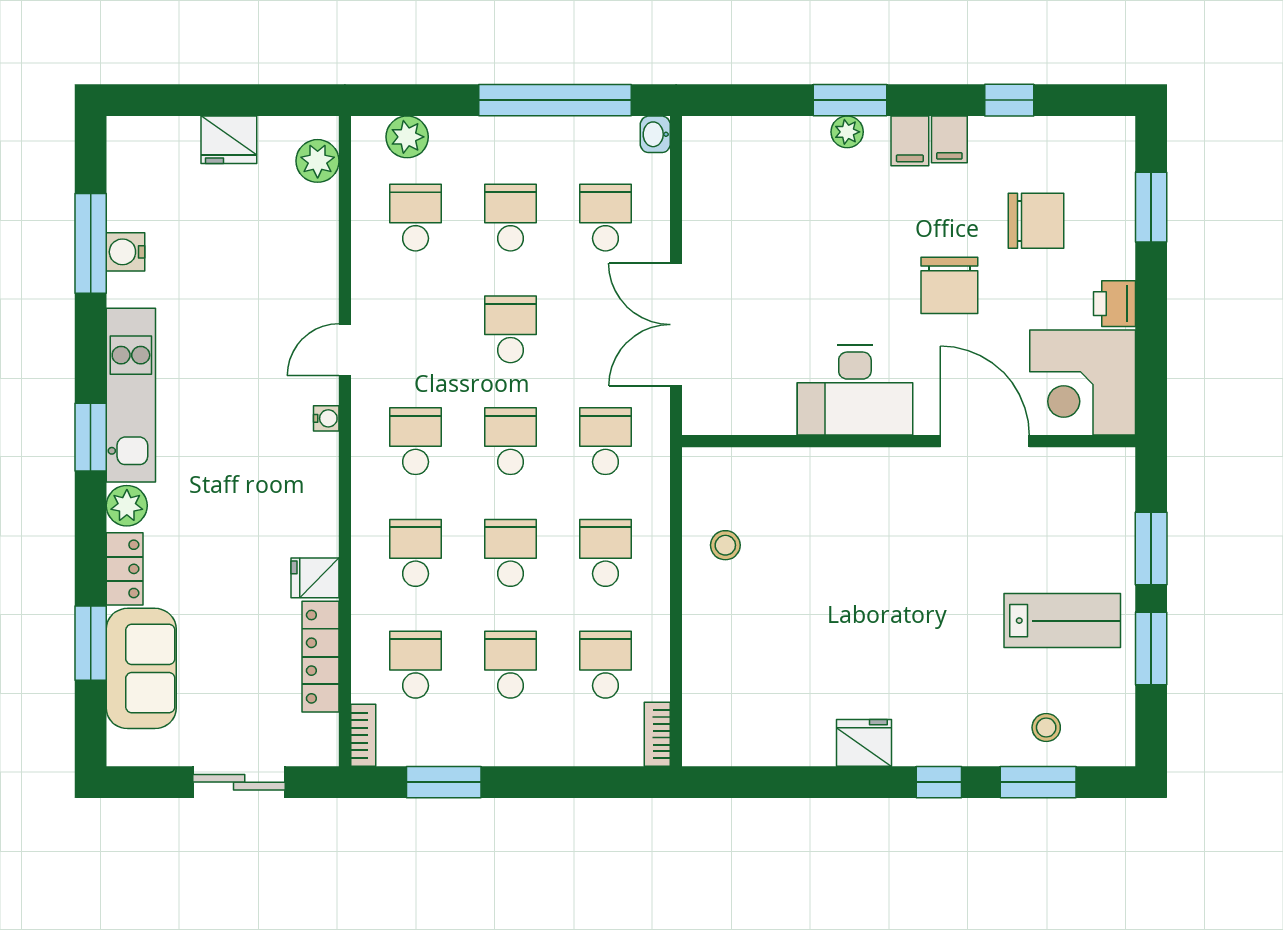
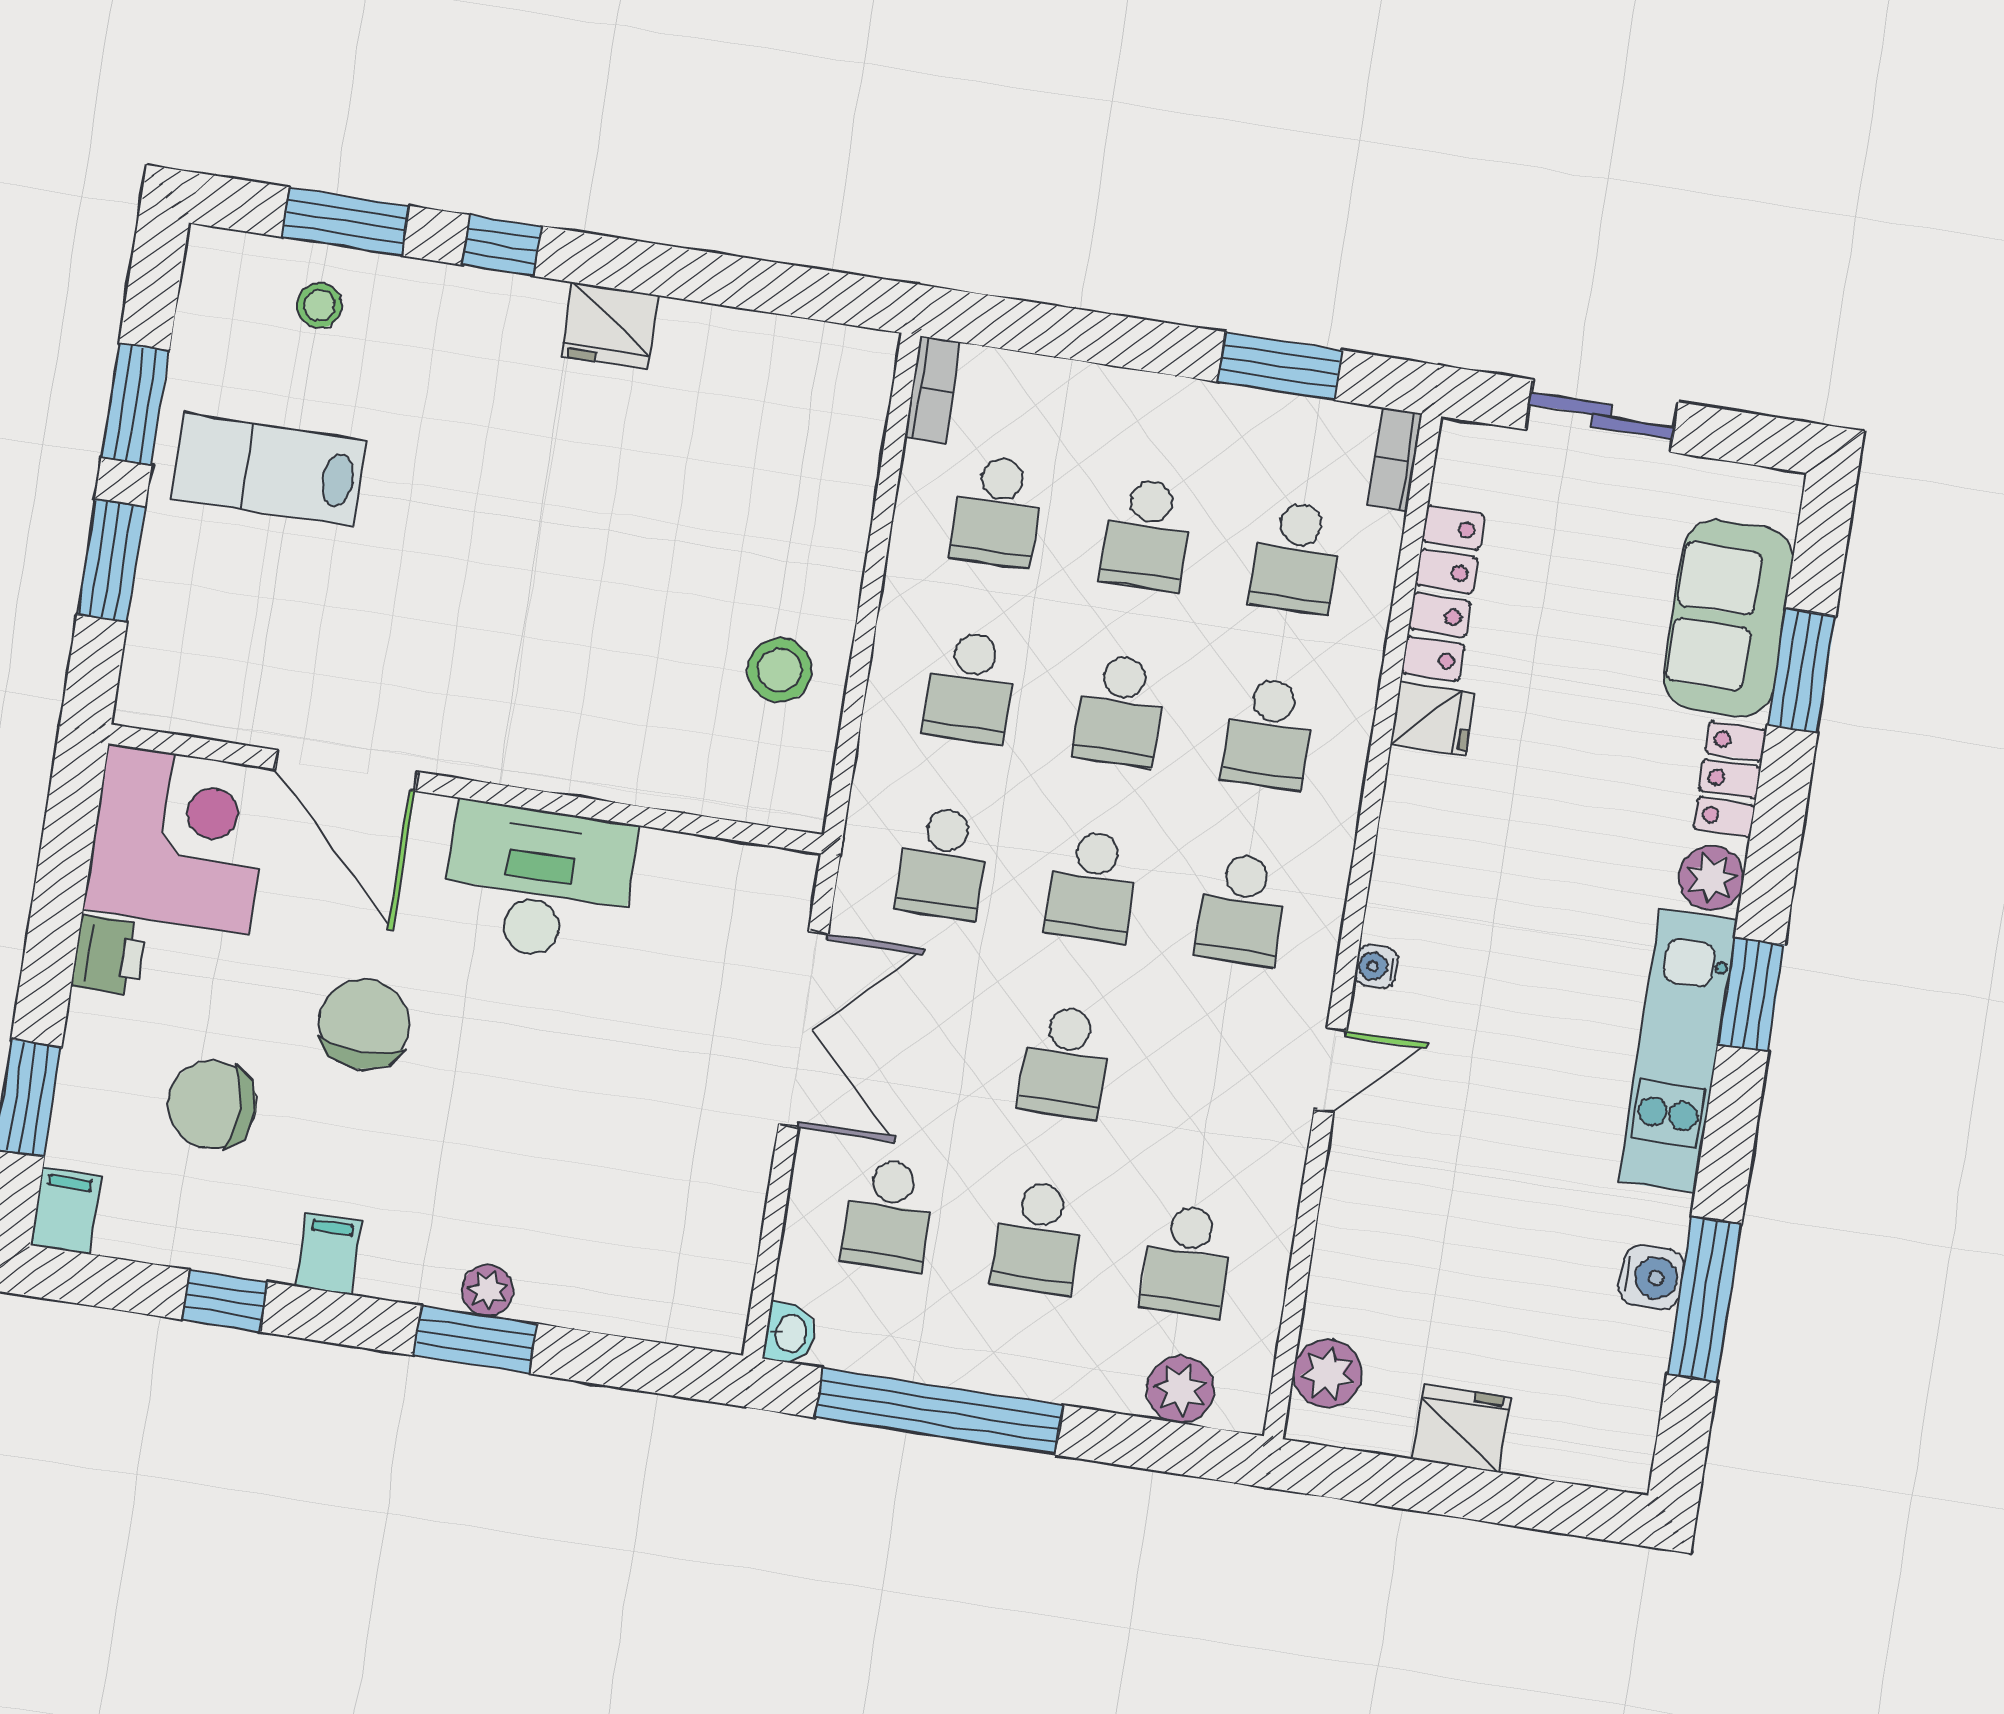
filing cabinet: (910, 141) -> (66, 1211), moved
stool: (725, 545) -> (780, 670), width x1.37, depth x1.37

